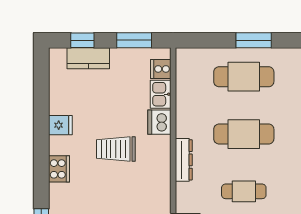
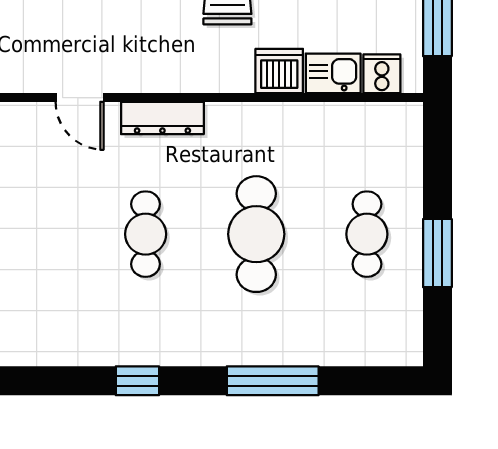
cafe table: (244, 77) -> (367, 234), width x0.73, depth x0.74
dresser: (184, 160) -> (162, 118), moved

